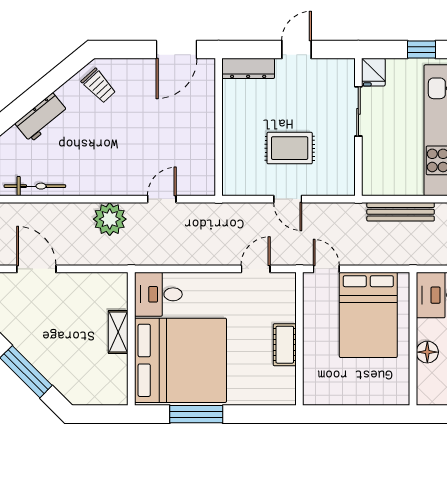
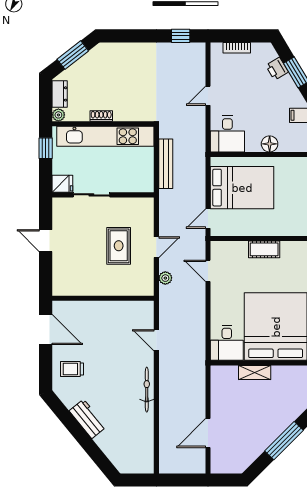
dresser: (248, 68) -> (60, 276), removed
trolley: (99, 86) -> (72, 369), moved, turned -137
workbench: (42, 118) -> (88, 419), moved
bicycle: (35, 186) -> (147, 390), moved
plant: (110, 219) -> (165, 278), moved, width x0.53, depth x0.53

